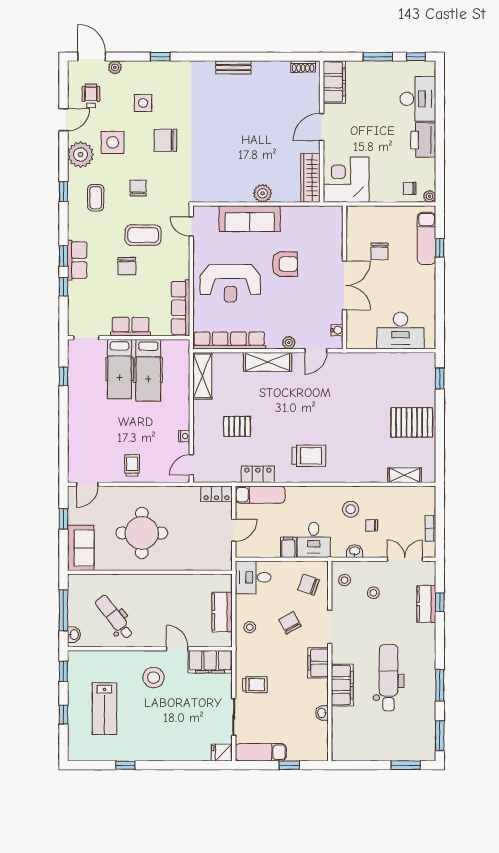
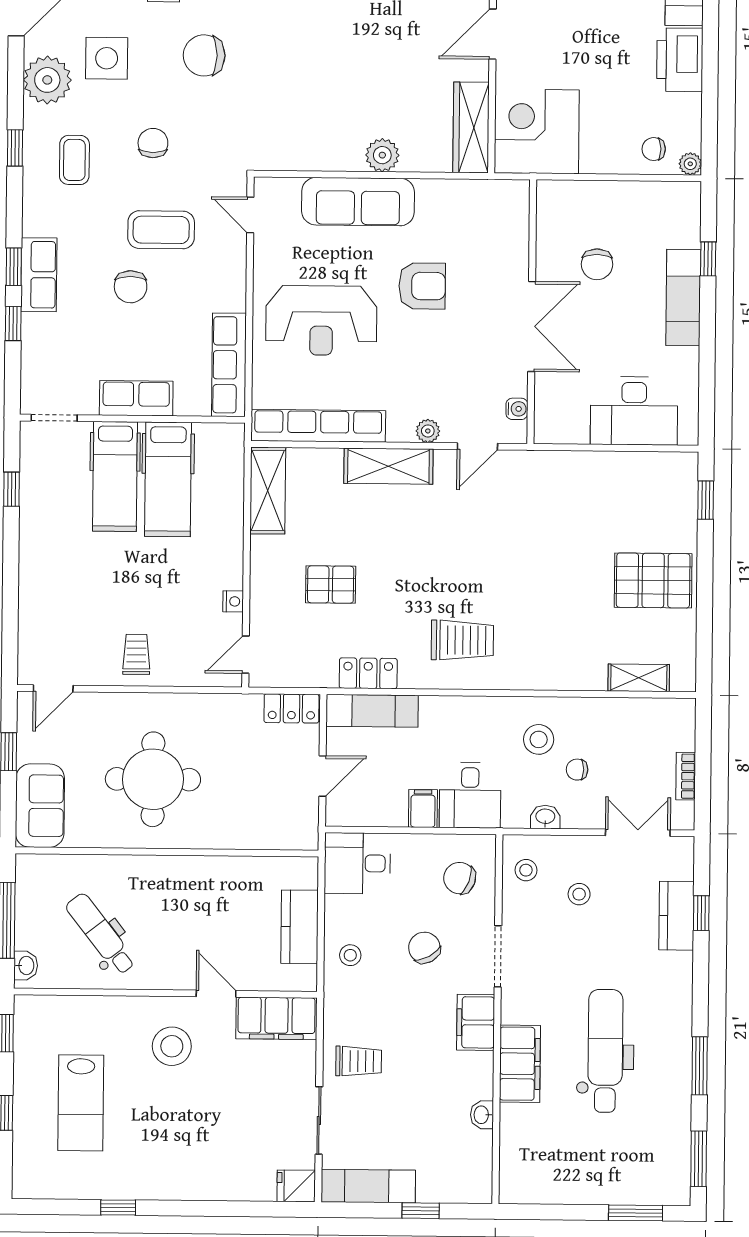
exam couch: (426, 238) -> (683, 297), moved

